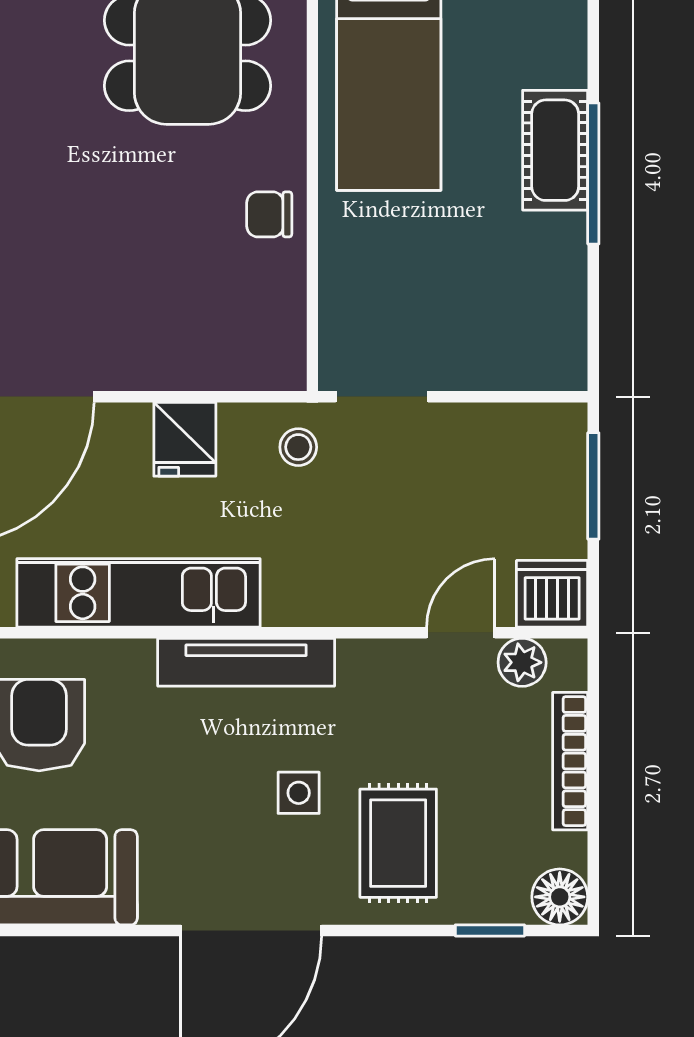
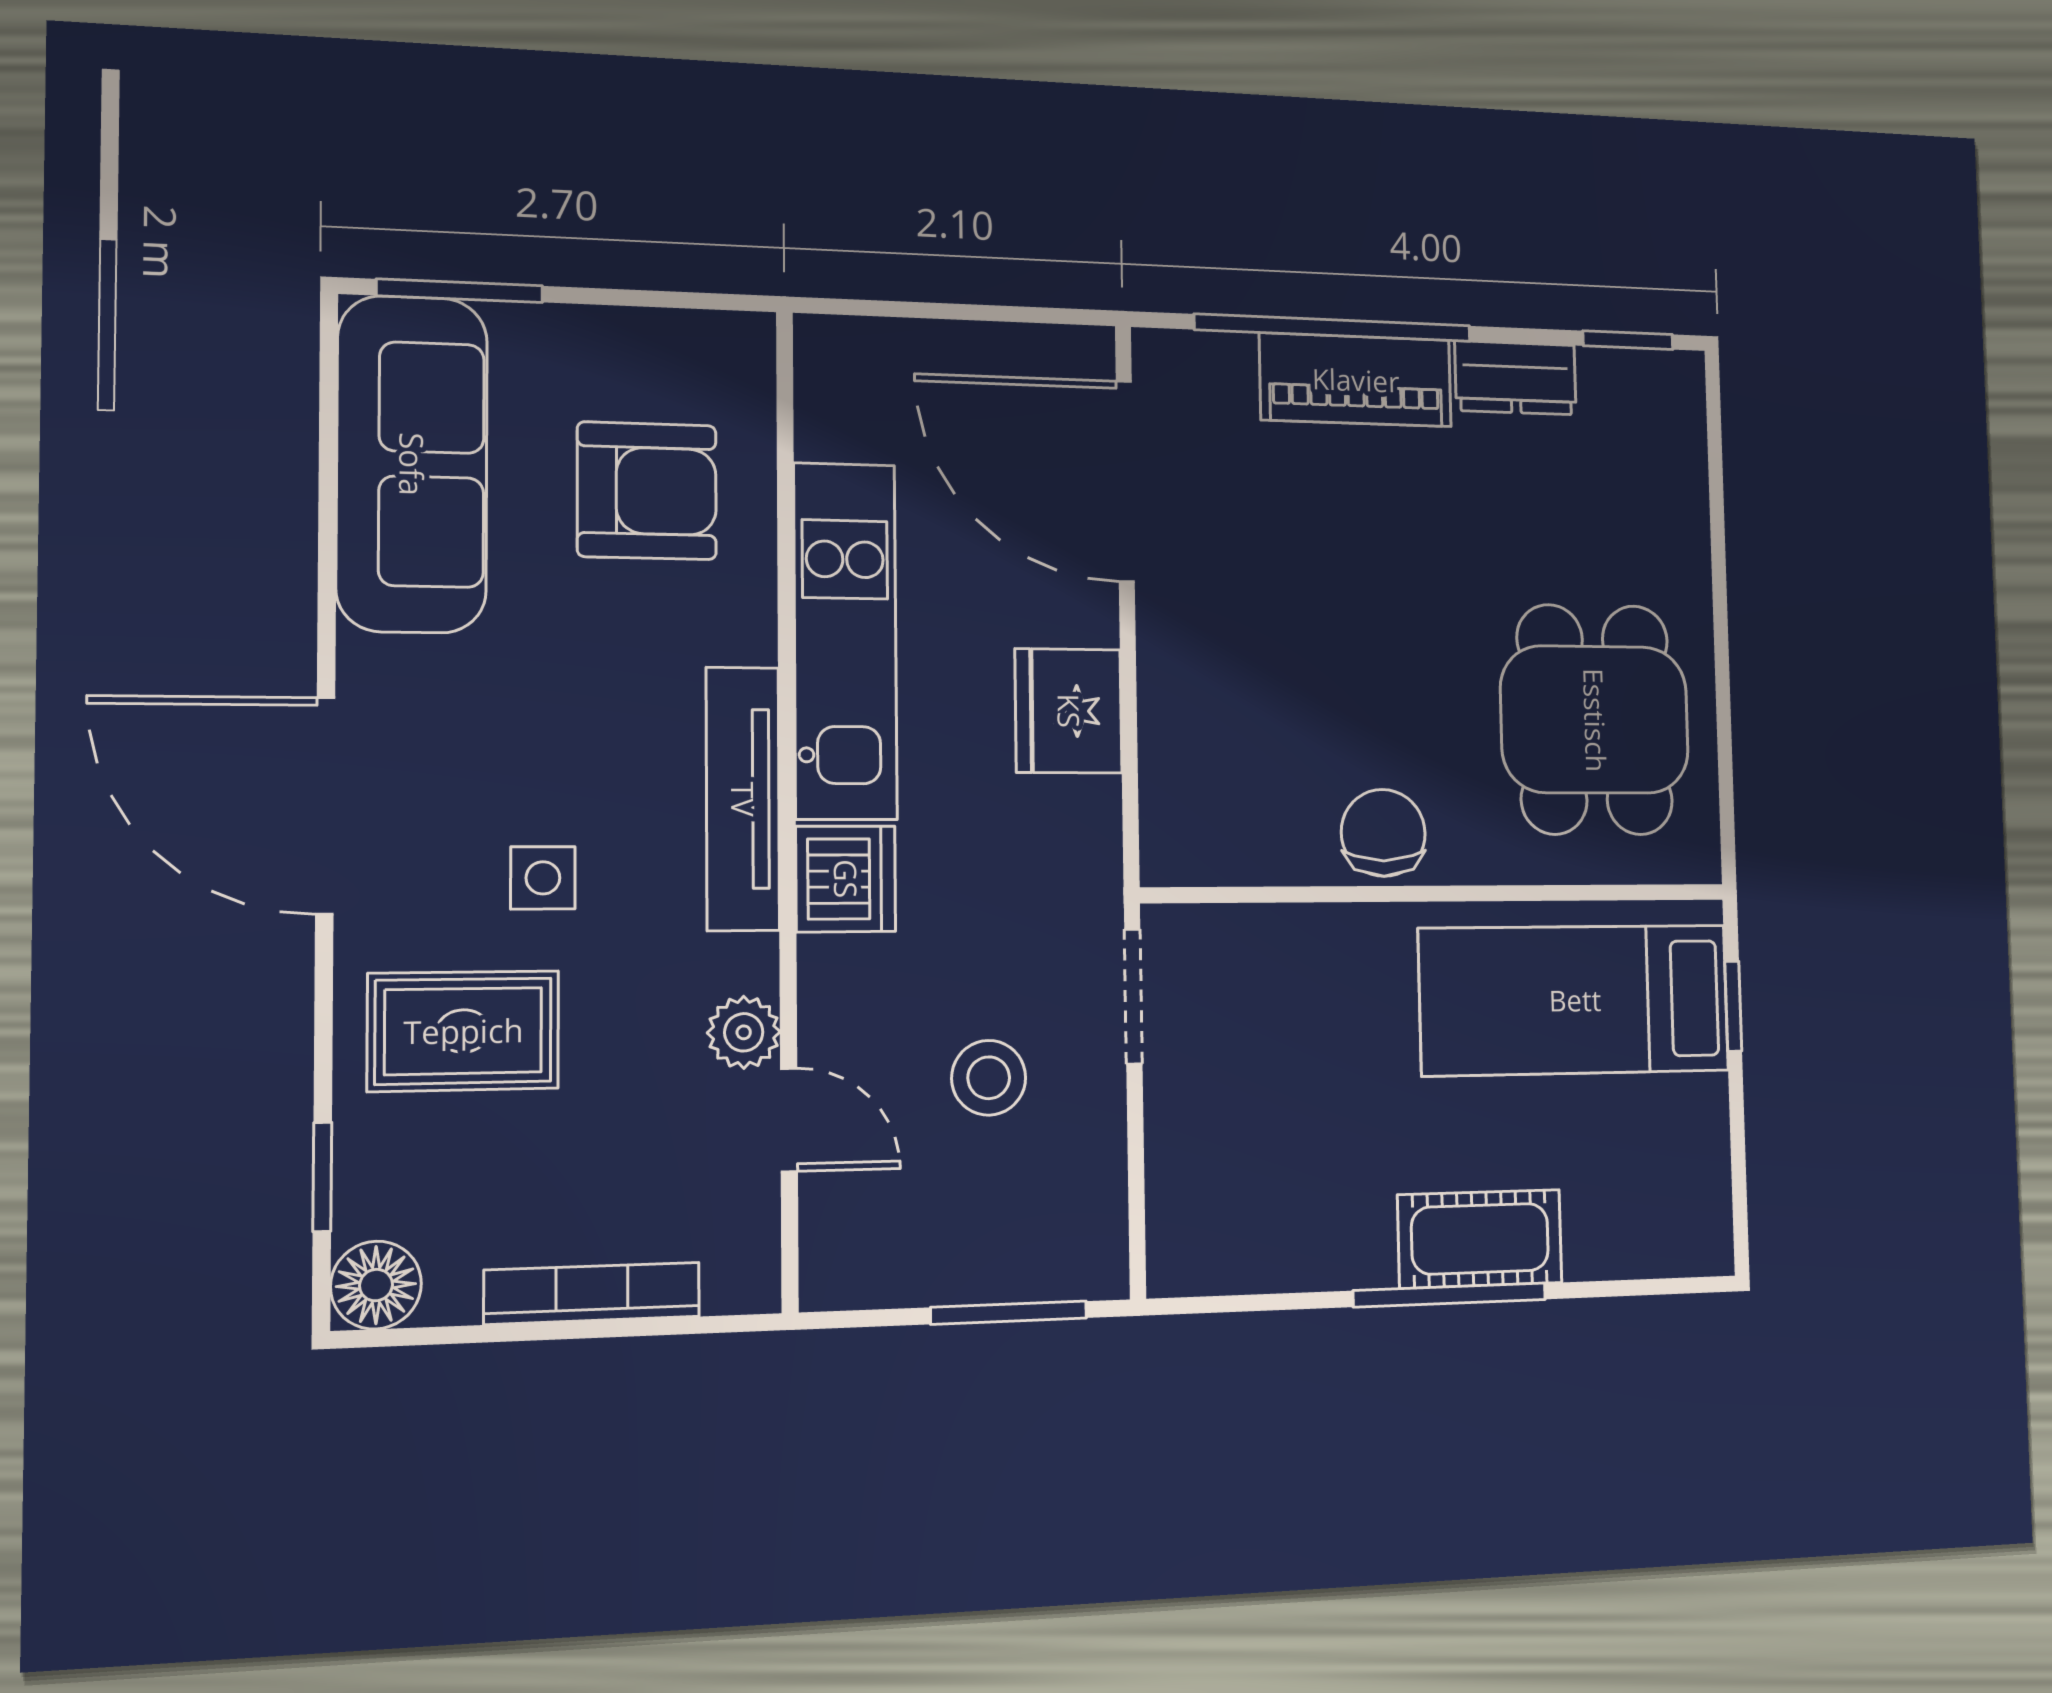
chair: (269, 214) -> (1383, 833), width x1.37, depth x1.37
fridge: (185, 439) -> (1069, 711), width x1.38
stool: (298, 447) -> (989, 1078), moved, width x1.37, depth x1.37
dishwasher: (552, 594) -> (846, 879), moved
plant: (522, 662) -> (744, 1032), moved

